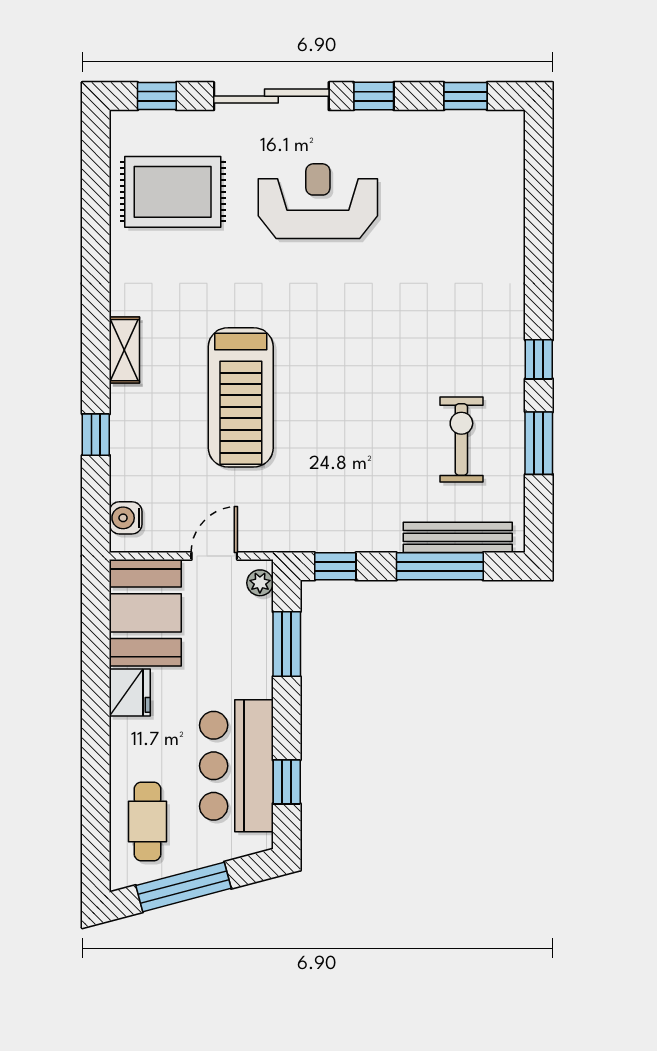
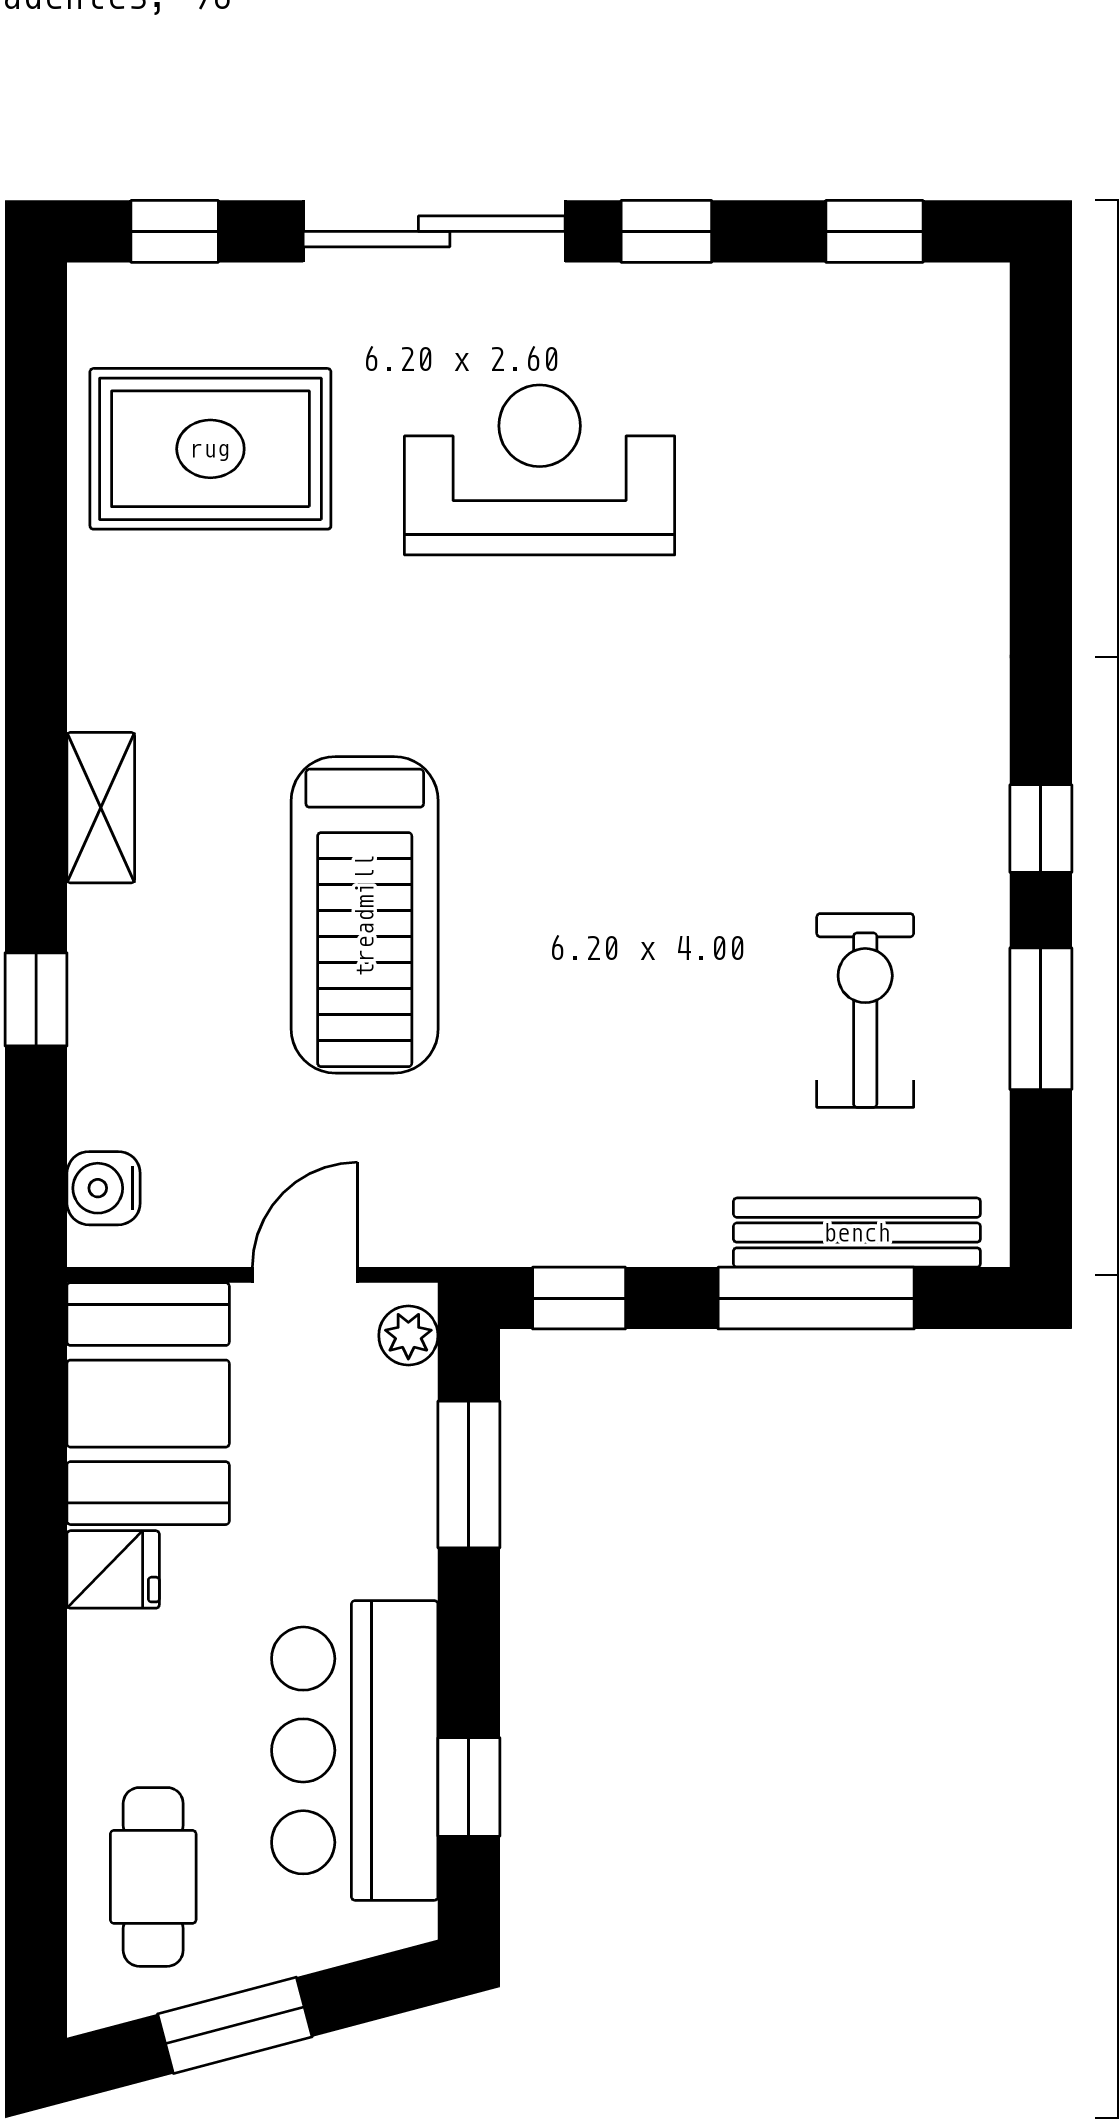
fridge: (130, 693) -> (113, 1569), width x0.72
window: (184, 887) -> (235, 2025), width x0.69

